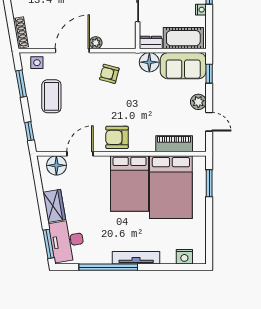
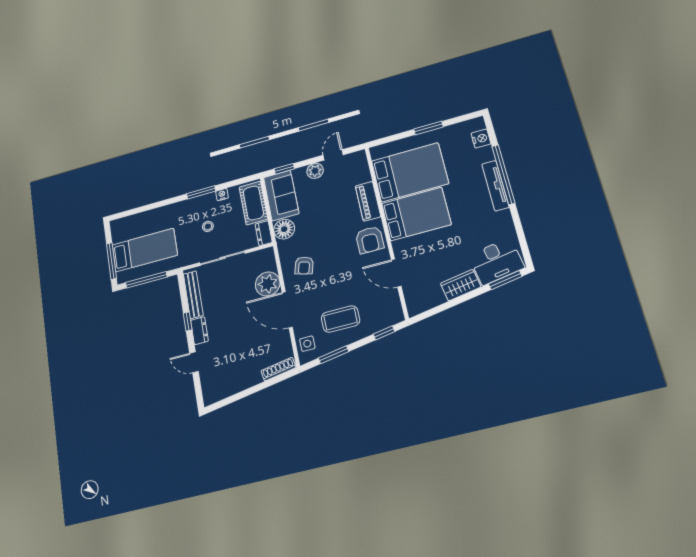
plant: (96, 43) -> (268, 284), width x1.87, depth x1.87
piano: (174, 144) -> (368, 201), moved
floor lamp: (56, 165) -> (415, 294), removed
window: (209, 183) -> (428, 128), moved
window: (108, 267) -> (503, 175), moved

